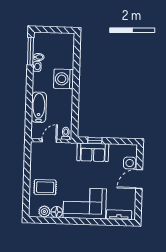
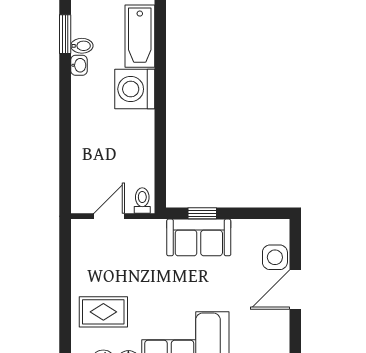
window: (30, 51) -> (65, 34), width x0.69
bathtub: (39, 107) -> (140, 36), moved, turned 180

